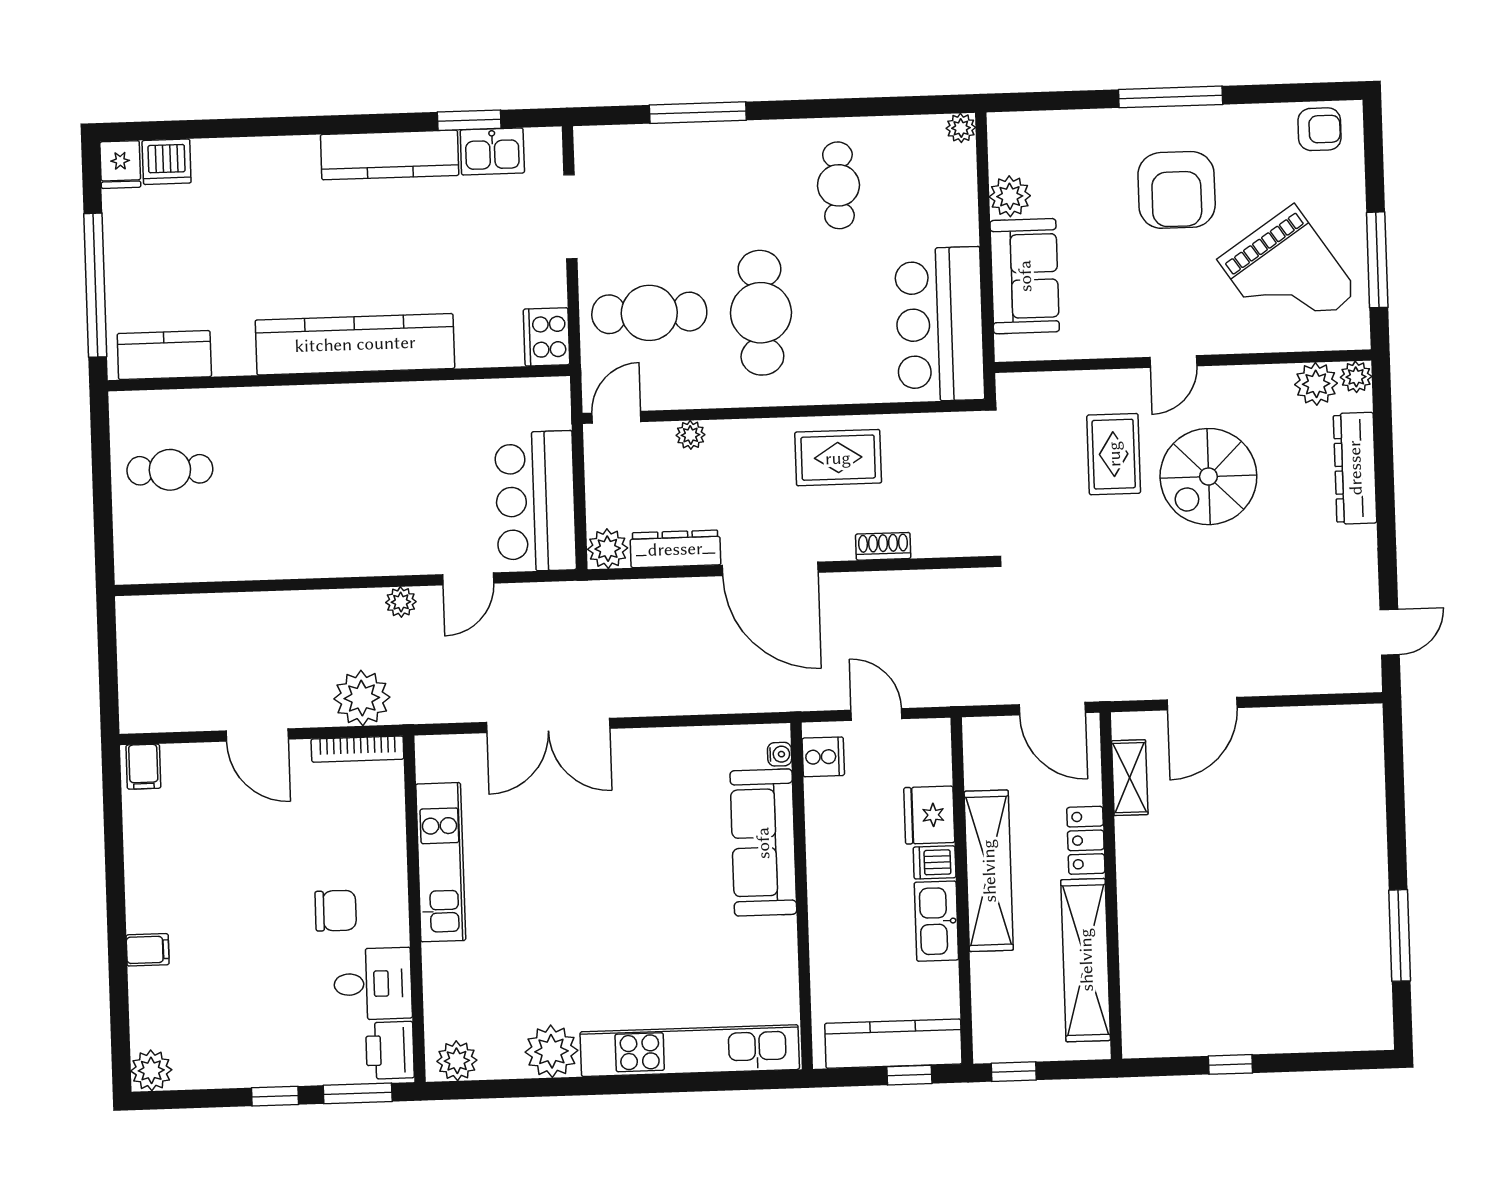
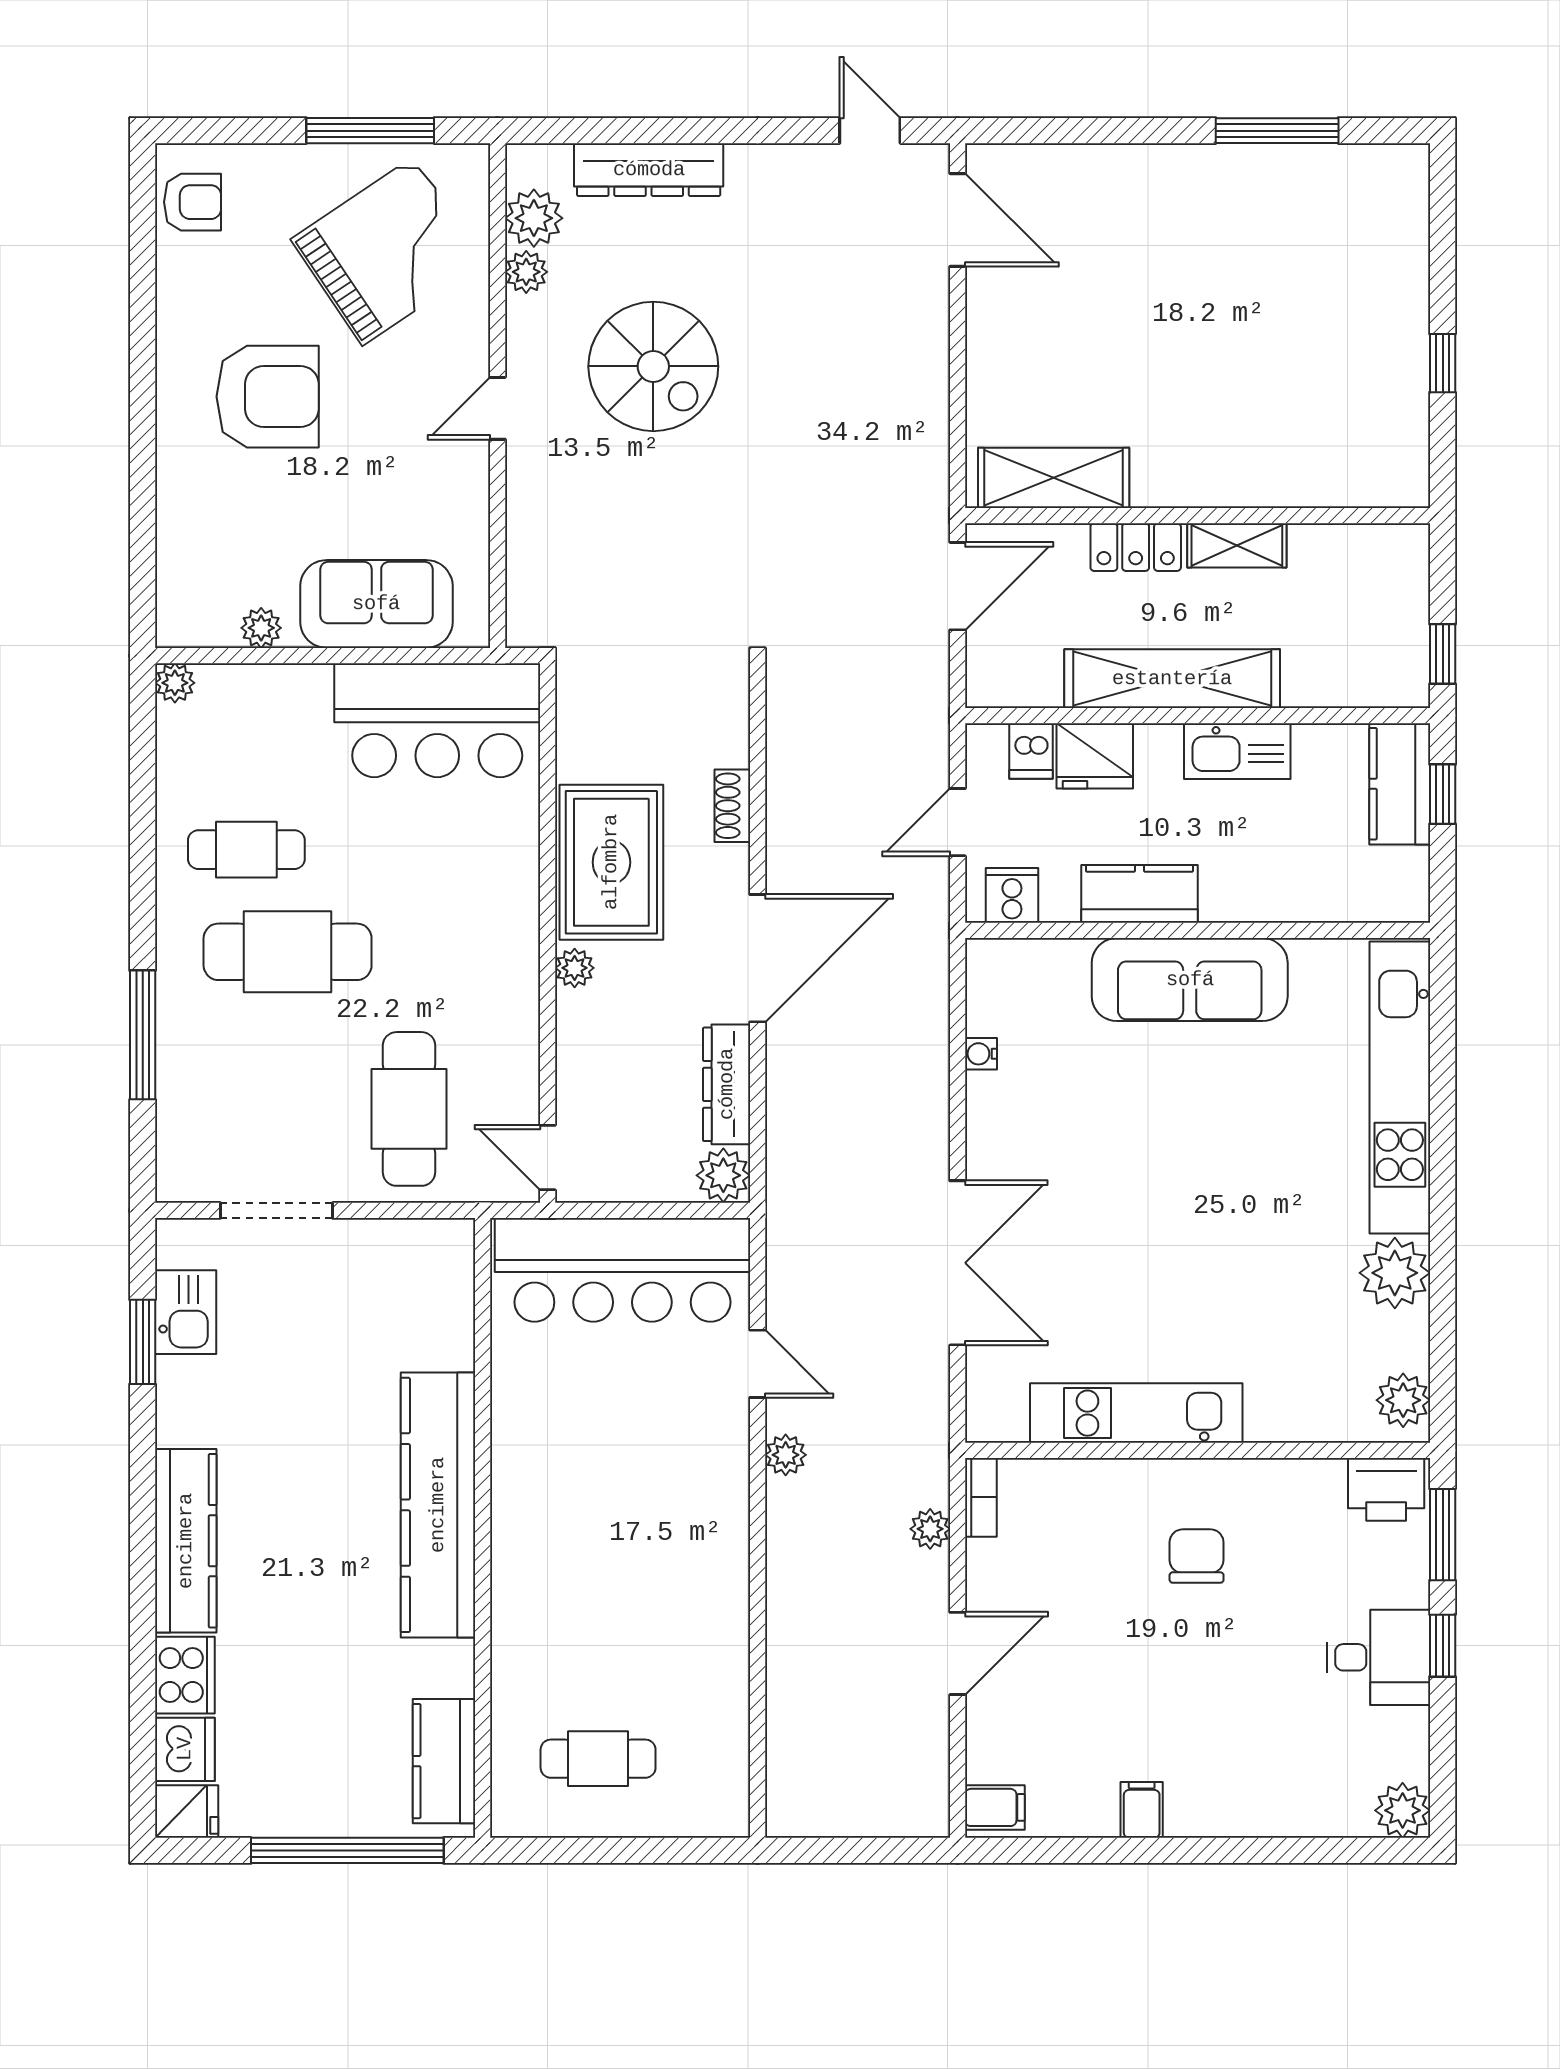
window: (1171, 97) -> (143, 400), removed
armchair: (1319, 129) -> (192, 202), turned 90
kitchen counter: (390, 155) -> (186, 1541), moved
plant: (1010, 196) -> (261, 628), width x0.73, depth x0.73
cafe table: (761, 313) -> (288, 952), moved
cooker: (547, 337) -> (185, 1675), moved, turned -90
door: (1173, 362) -> (498, 408), swing flipped
plant: (1356, 377) -> (526, 272), moved
plant: (691, 435) -> (575, 968), moved
rug: (1114, 454) -> (619, 493), removed
rug: (838, 458) -> (611, 862), width x1.36, depth x1.43
cafe table: (170, 470) -> (598, 1759), turned 90
bar counter: (535, 501) -> (623, 1270), width x1.36
plant: (362, 698) -> (930, 1529), width x0.53, depth x0.53
door: (1202, 704) -> (958, 220), moved
bookcase: (357, 749) -> (981, 1497), width x0.64
water cooler: (780, 754) -> (981, 1054), moved, turned -90
shelving: (1130, 778) -> (1054, 478), width x1.50, depth x1.33
sofa: (763, 843) -> (1190, 980), moved
kitchen counter: (827, 852) -> (1140, 894), added
dishwasher: (935, 862) -> (1031, 751), moved
filing cabinet: (148, 950) -> (1142, 1810), moved
shelving: (1086, 960) -> (1237, 545), width x0.45, depth x0.75
desk: (373, 984) -> (1379, 1657), moved, turned 90
kitchen counter: (893, 1044) -> (1400, 784), width x0.67

